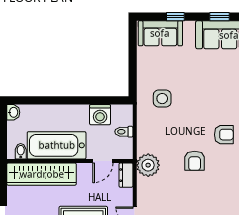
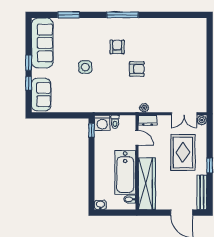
window: (219, 17) -> (29, 63), moved
side table: (162, 99) -> (85, 67), moved
window: (113, 100) -> (92, 130), added
washing machine: (100, 115) -> (102, 123), moved, turned 90
plant: (148, 165) -> (144, 108), width x0.53, depth x0.53

